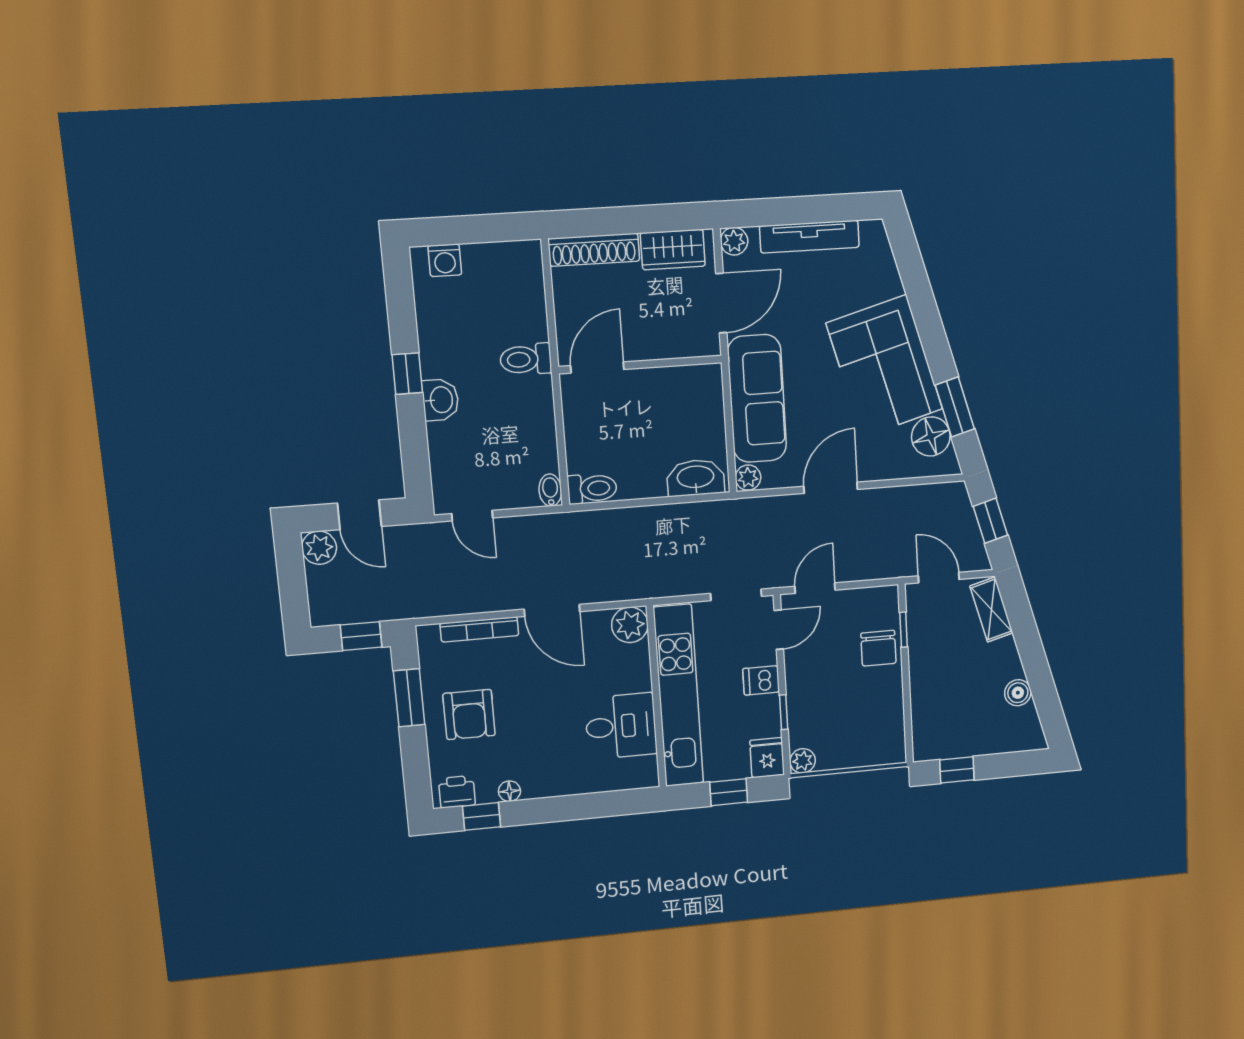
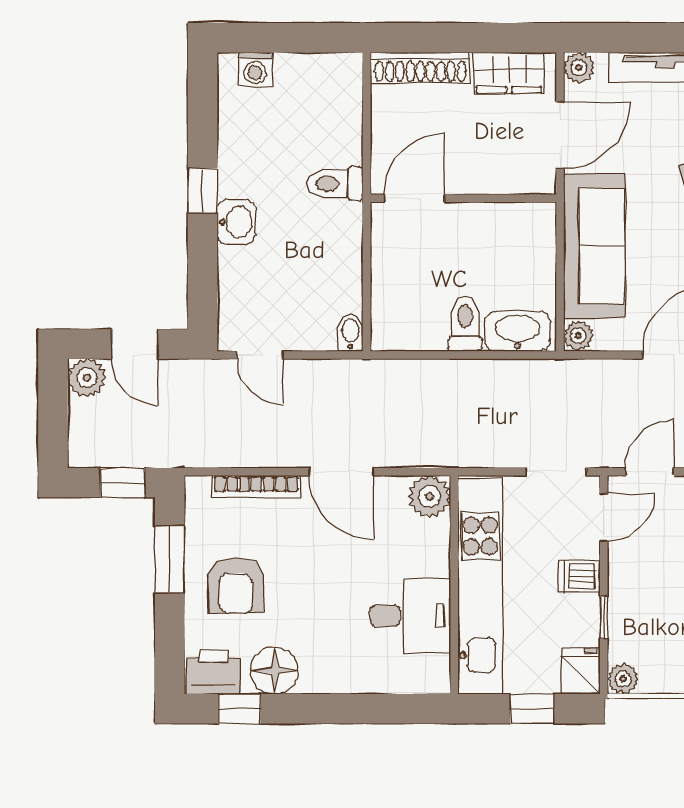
toilet: (592, 489) -> (465, 324), moved, turned -90
floor lamp: (509, 791) -> (274, 670), width x1.89, depth x1.89
printer: (457, 792) -> (214, 672), width x1.36, depth x1.24

